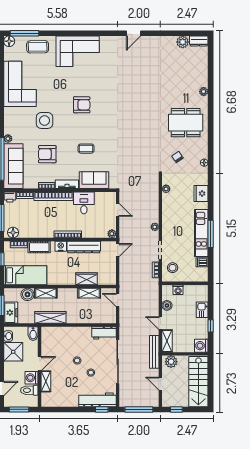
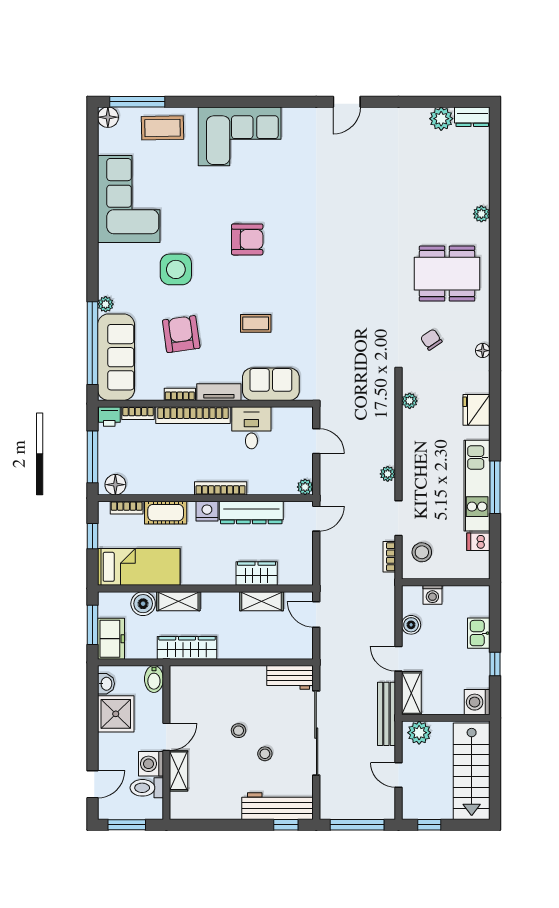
armchair: (47, 154) -> (181, 334), turned 82

